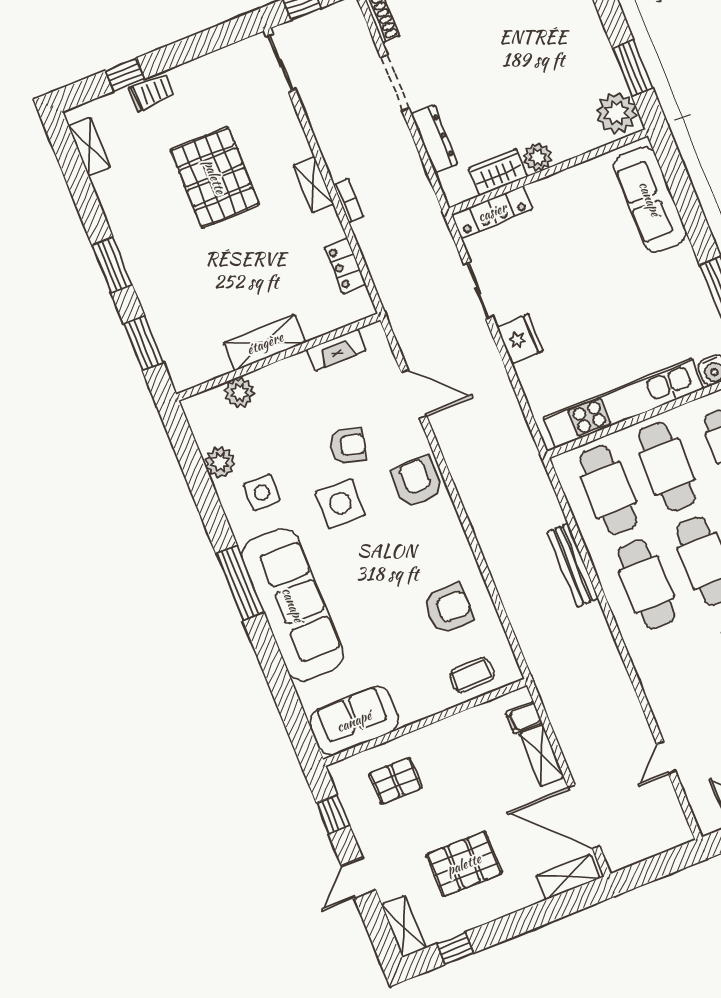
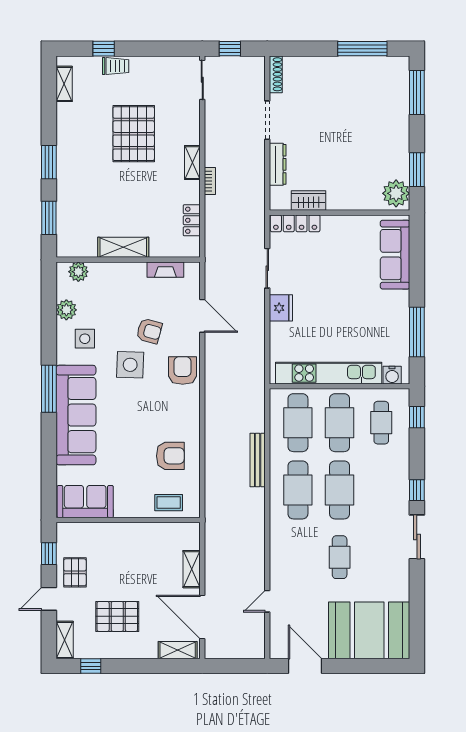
plant: (538, 157) -> (337, 201), removed
plant: (239, 392) -> (78, 272), moved
filing cabinet: (524, 718) -> (190, 541), removed
pallet: (396, 781) -> (75, 572), moved, turned 90

